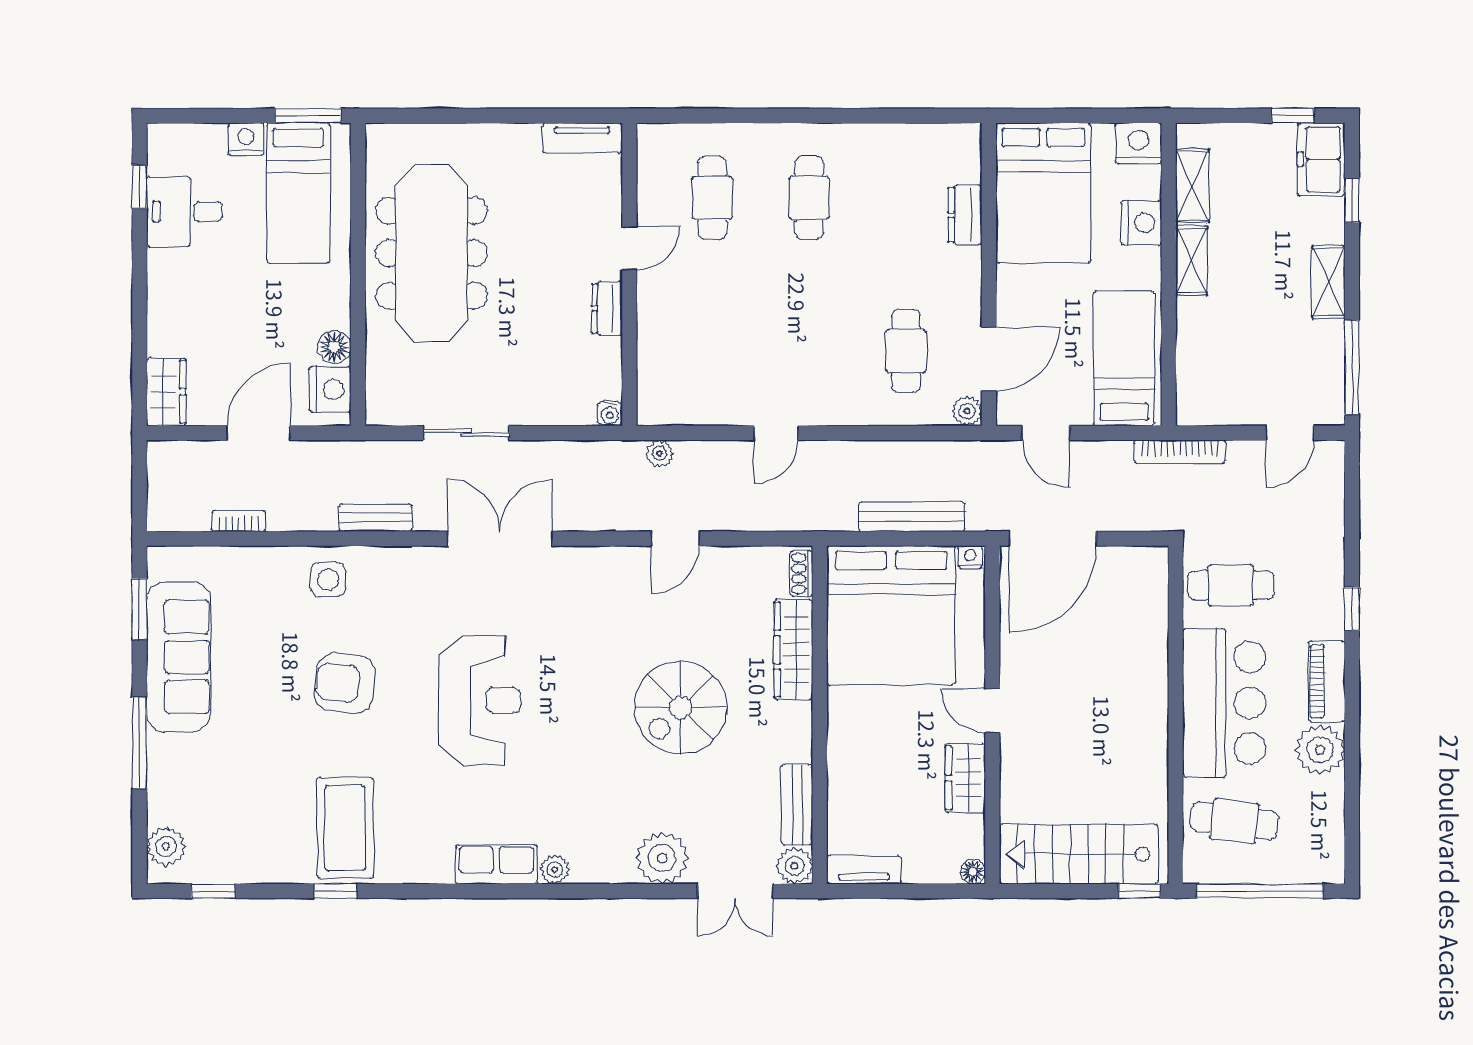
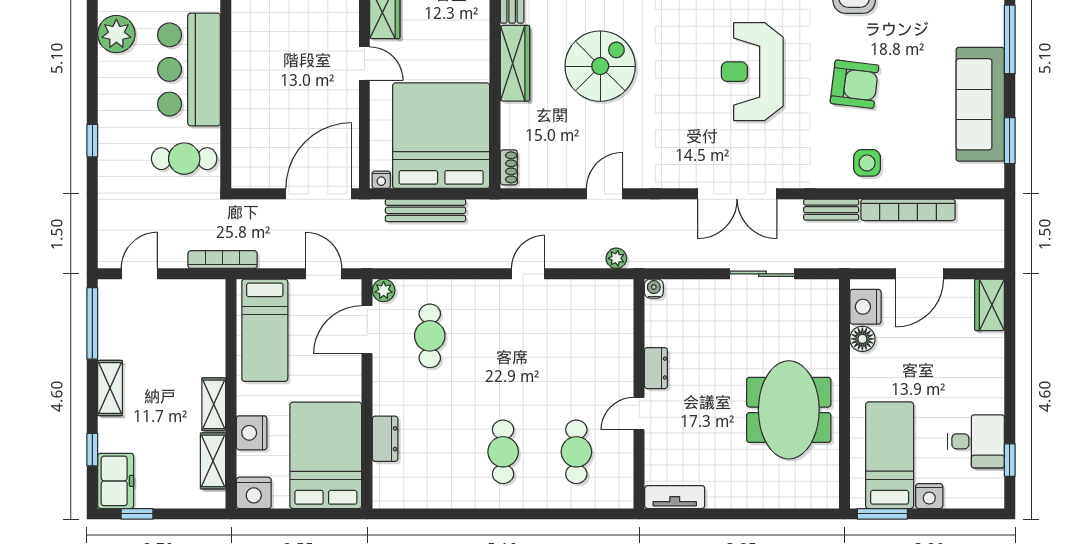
meeting table: (432, 253) -> (789, 410), width x0.73
bookcase: (239, 521) -> (908, 210), width x2.31, depth x1.31
wardrobe: (793, 650) -> (515, 63), moved
piano: (1327, 682) -> (111, 86), removed

